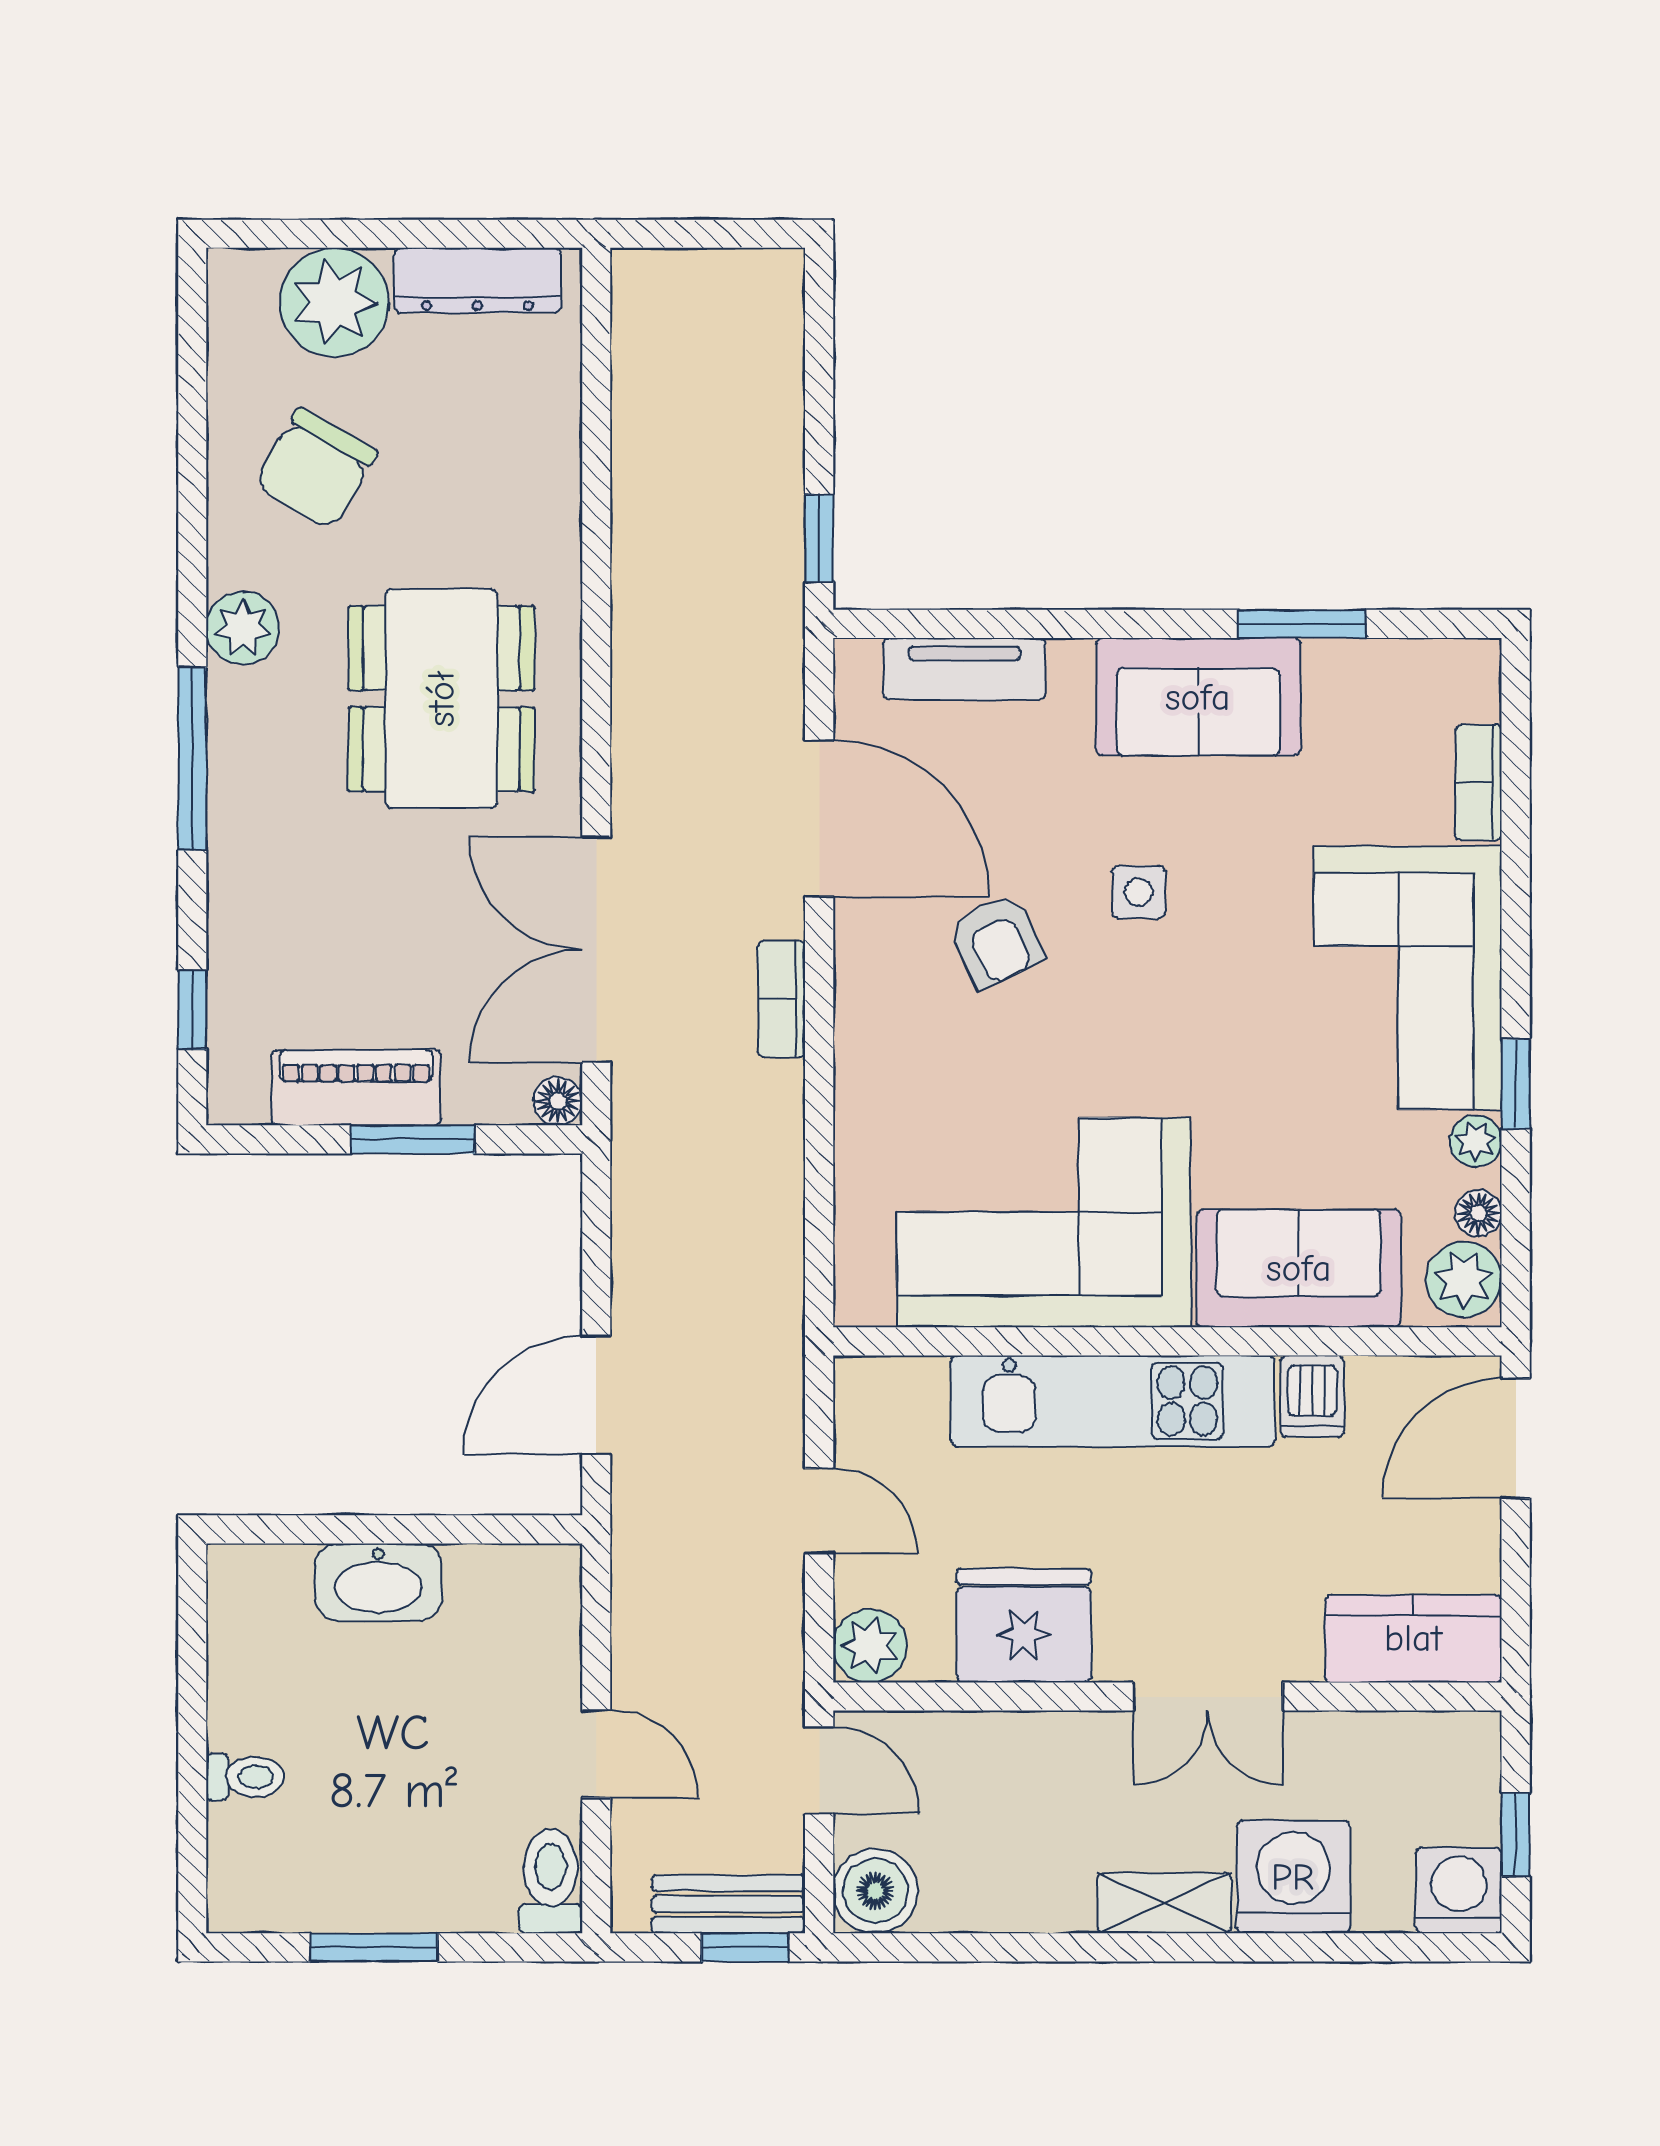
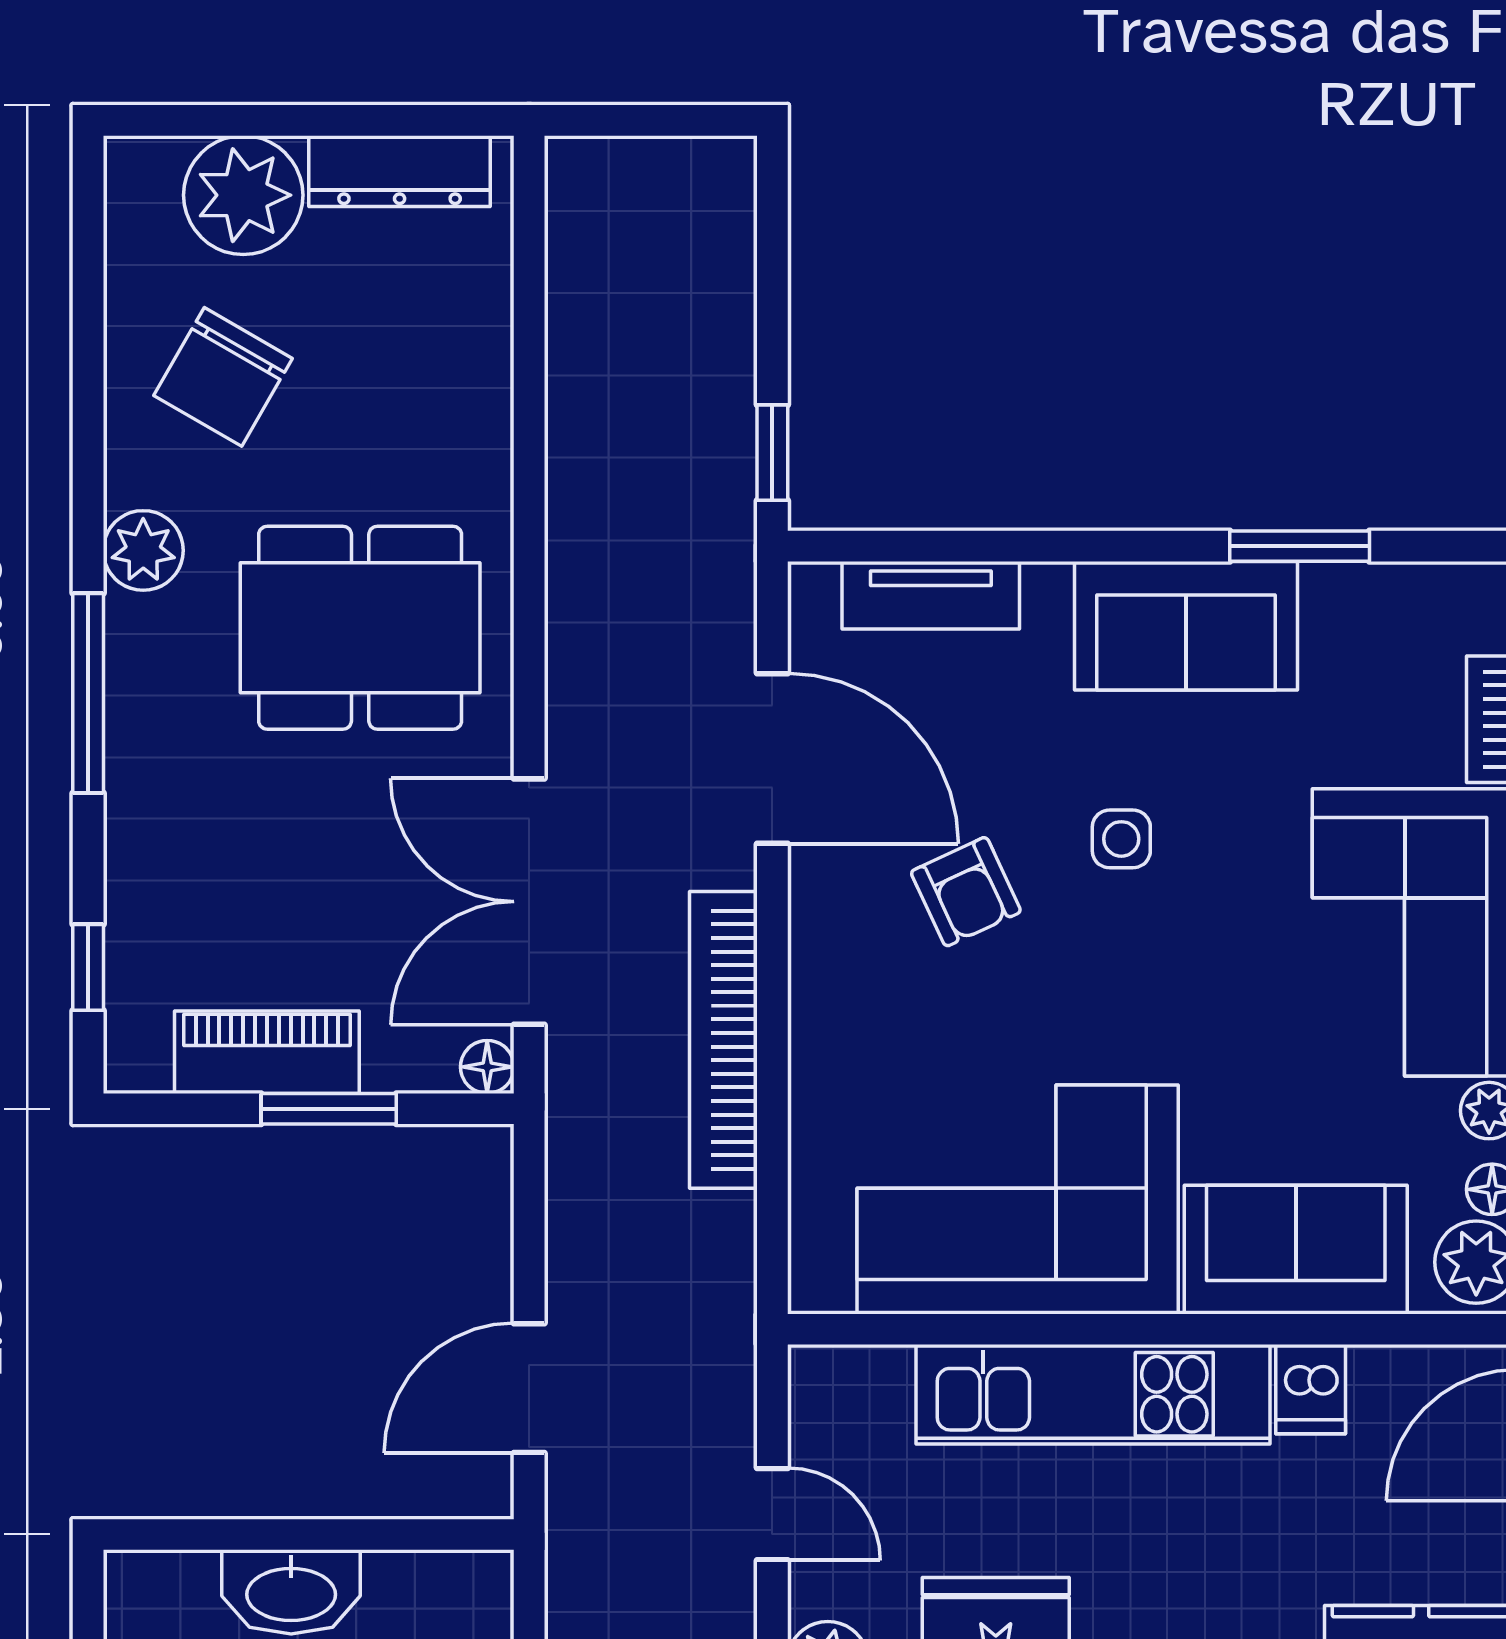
dining table: (441, 699) -> (360, 628), turned 90
bookcase: (782, 999) -> (723, 1040), width x2.31, depth x1.31

